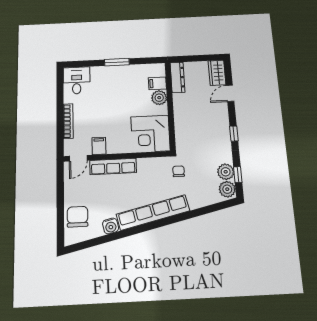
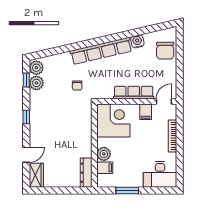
dresser: (177, 77) -> (86, 173), moved
desk: (77, 80) -> (160, 174), width x1.37
filing cabinet: (157, 83) -> (105, 168), moved
plant: (159, 98) -> (104, 154), moved
wall: (170, 106) -> (94, 146), moved
corner desk: (150, 134) -> (113, 121), moved

